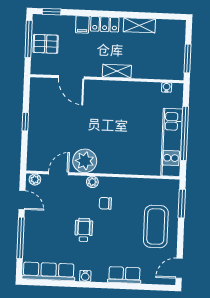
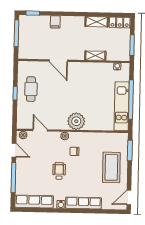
locker: (105, 24) -> (120, 22), moved
pallet: (46, 44) -> (29, 37), removed
shelving: (117, 71) -> (95, 56), moved
door: (71, 77) -> (58, 61), moved
cafe table: (47, 116) -> (31, 89), added
plant: (85, 161) -> (76, 121), moved
door: (59, 173) -> (40, 130), hinge flipped
row of seats: (124, 275) -> (84, 203), width x1.48

